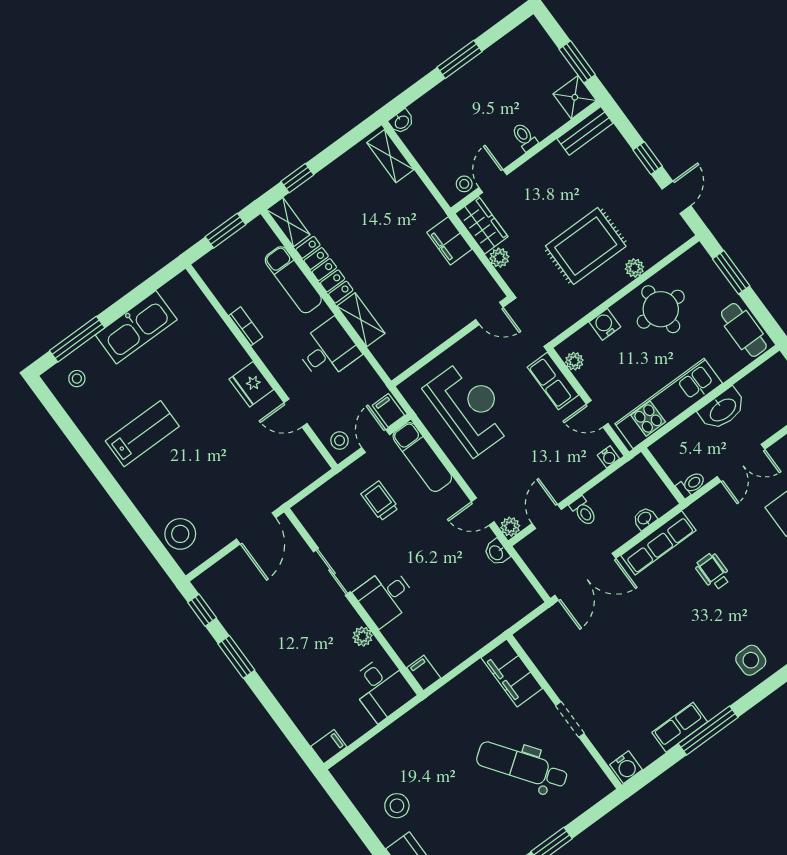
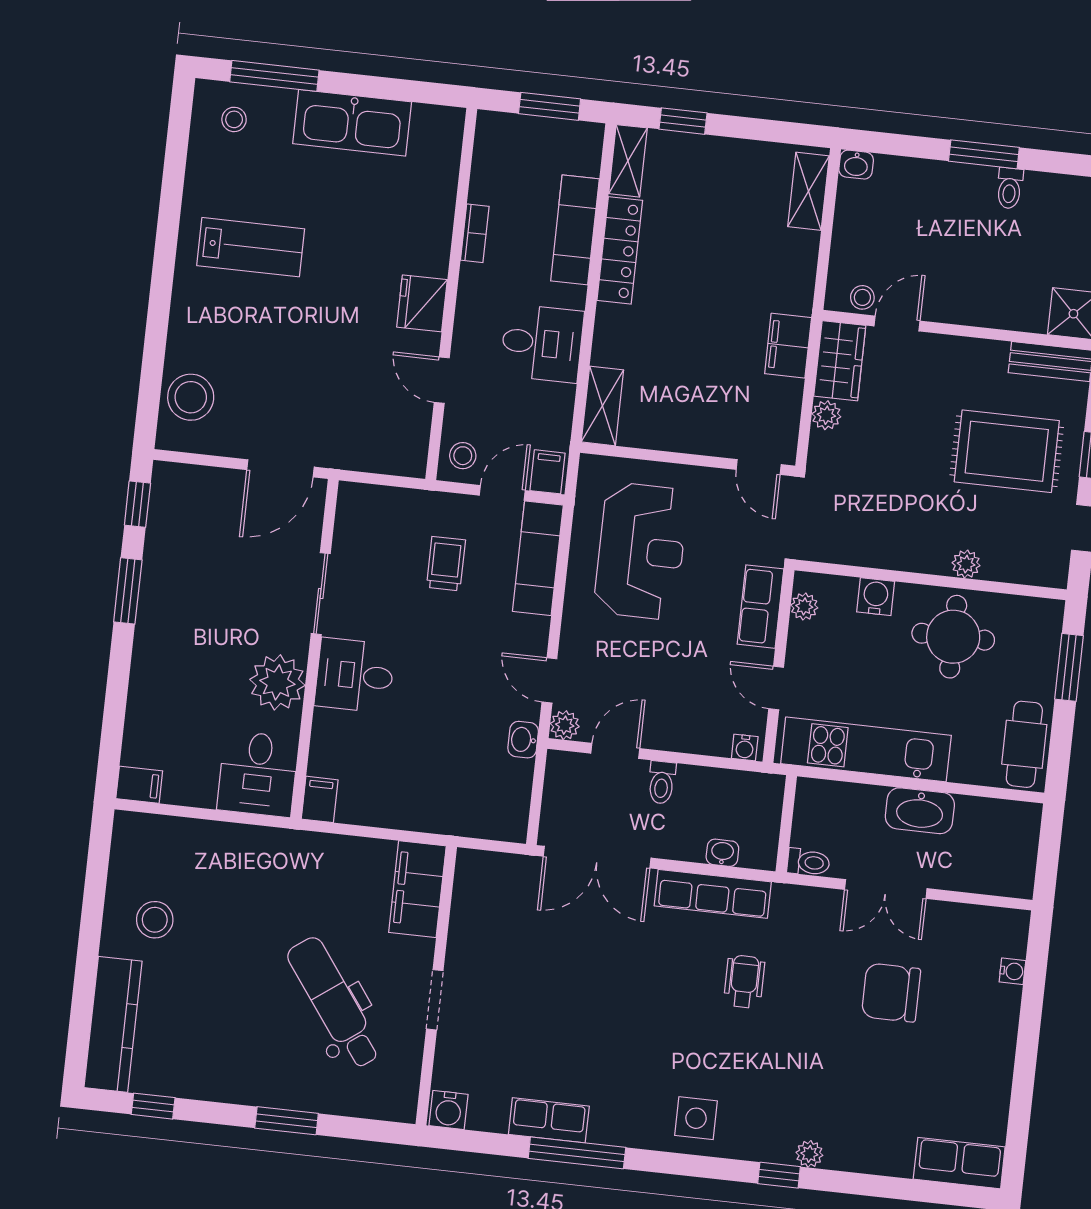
toilet: (525, 137) -> (1010, 188), moved, turned 180
rug: (586, 246) -> (1007, 451), moved
shelving: (361, 320) -> (602, 406), moved
plant: (363, 636) -> (277, 682), width x1.87, depth x1.87

